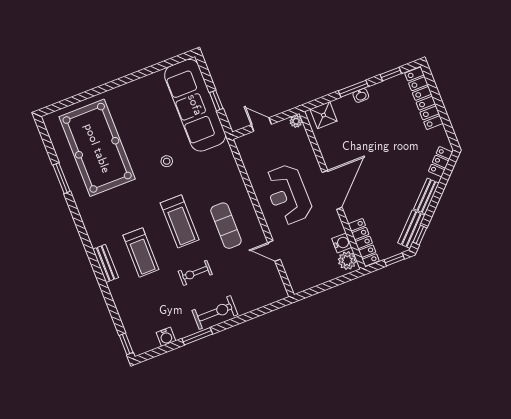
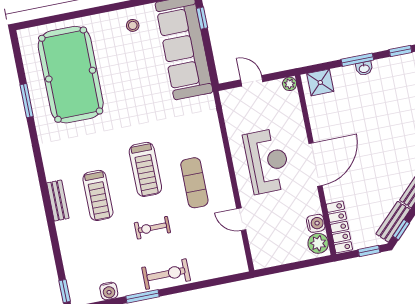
window: (216, 101) -> (202, 18), moved
stool: (167, 161) -> (133, 25), moved
reception desk: (288, 195) -> (267, 161), turned 180

